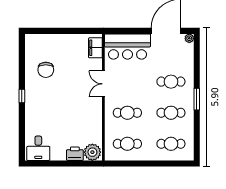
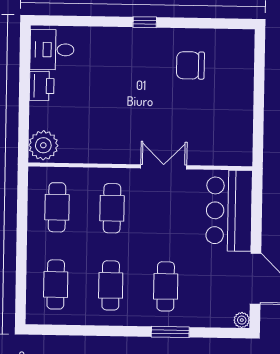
filing cabinet: (95, 48) -> (228, 154), removed
window: (197, 99) -> (170, 332), moved
printer: (75, 154) -> (42, 86), moved

